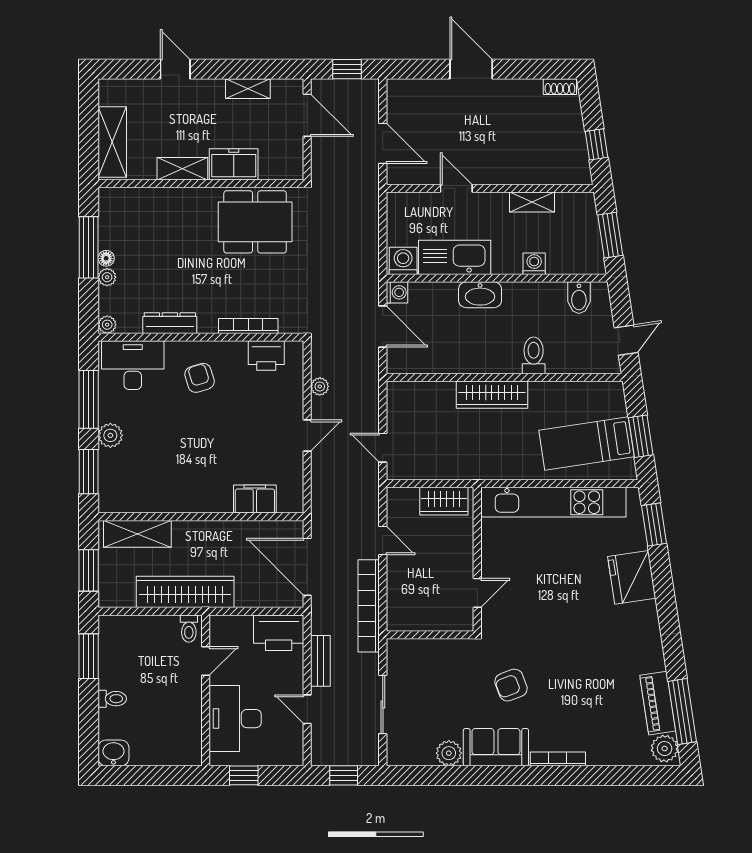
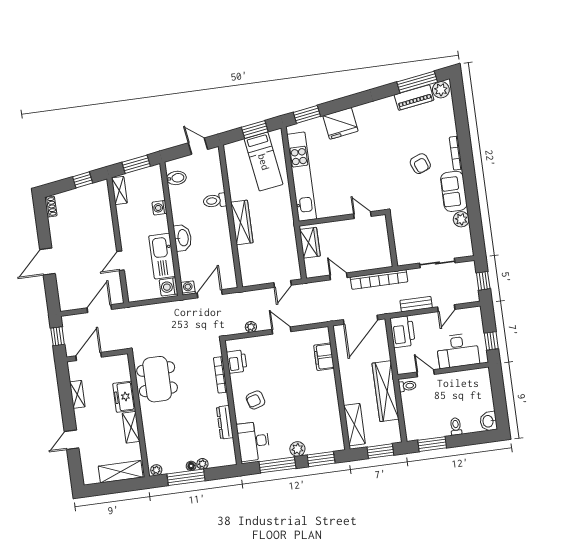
shelving: (532, 202) -> (119, 190), moved
plant: (107, 325) -> (156, 470), moved
door: (383, 540) -> (339, 276), hinge flipped
armchair: (511, 685) -> (420, 164), moved

